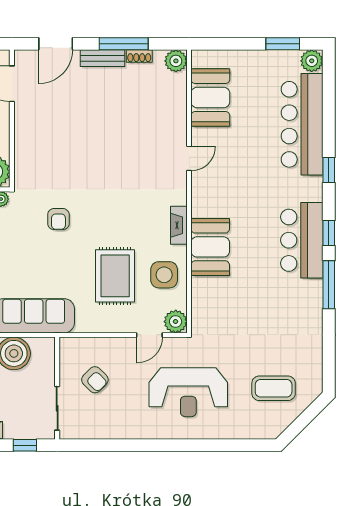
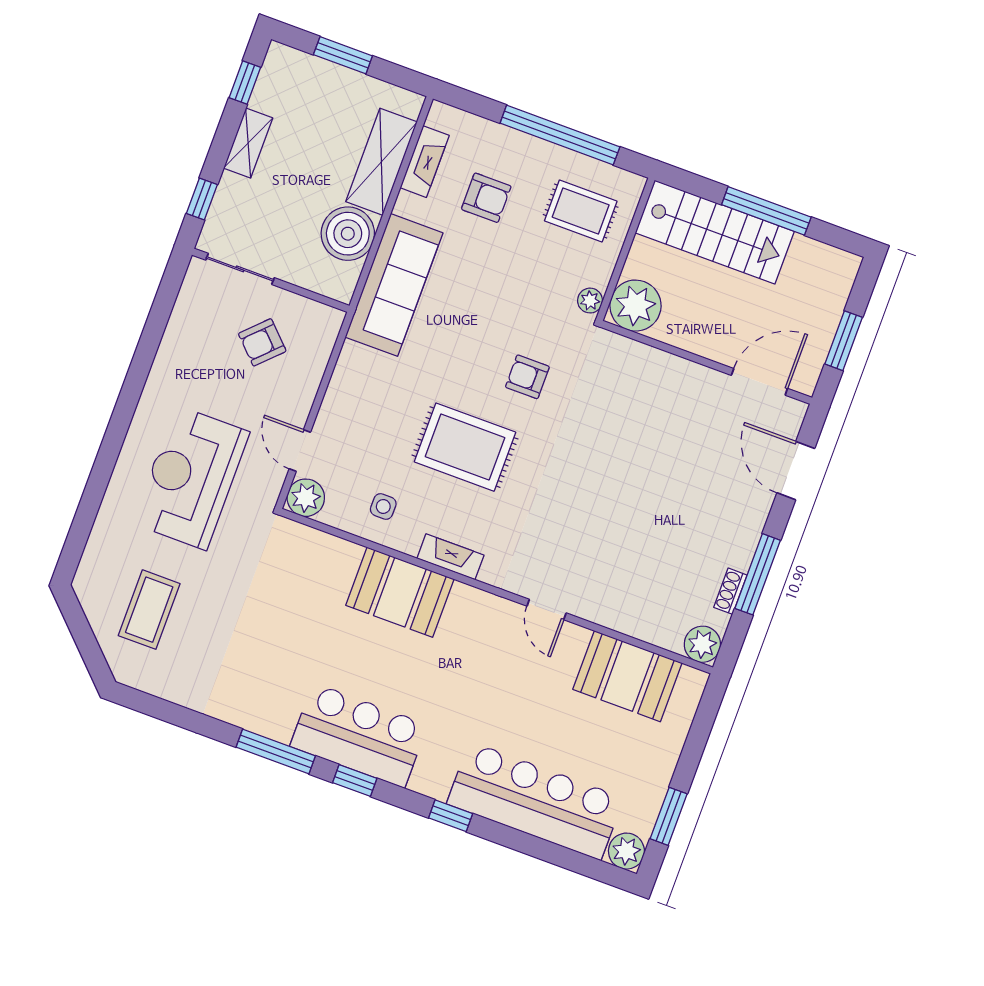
bench: (103, 58) -> (748, 534), removed
side table: (164, 275) -> (383, 506), width x0.54, depth x0.54
rug: (115, 276) -> (465, 447), moved

